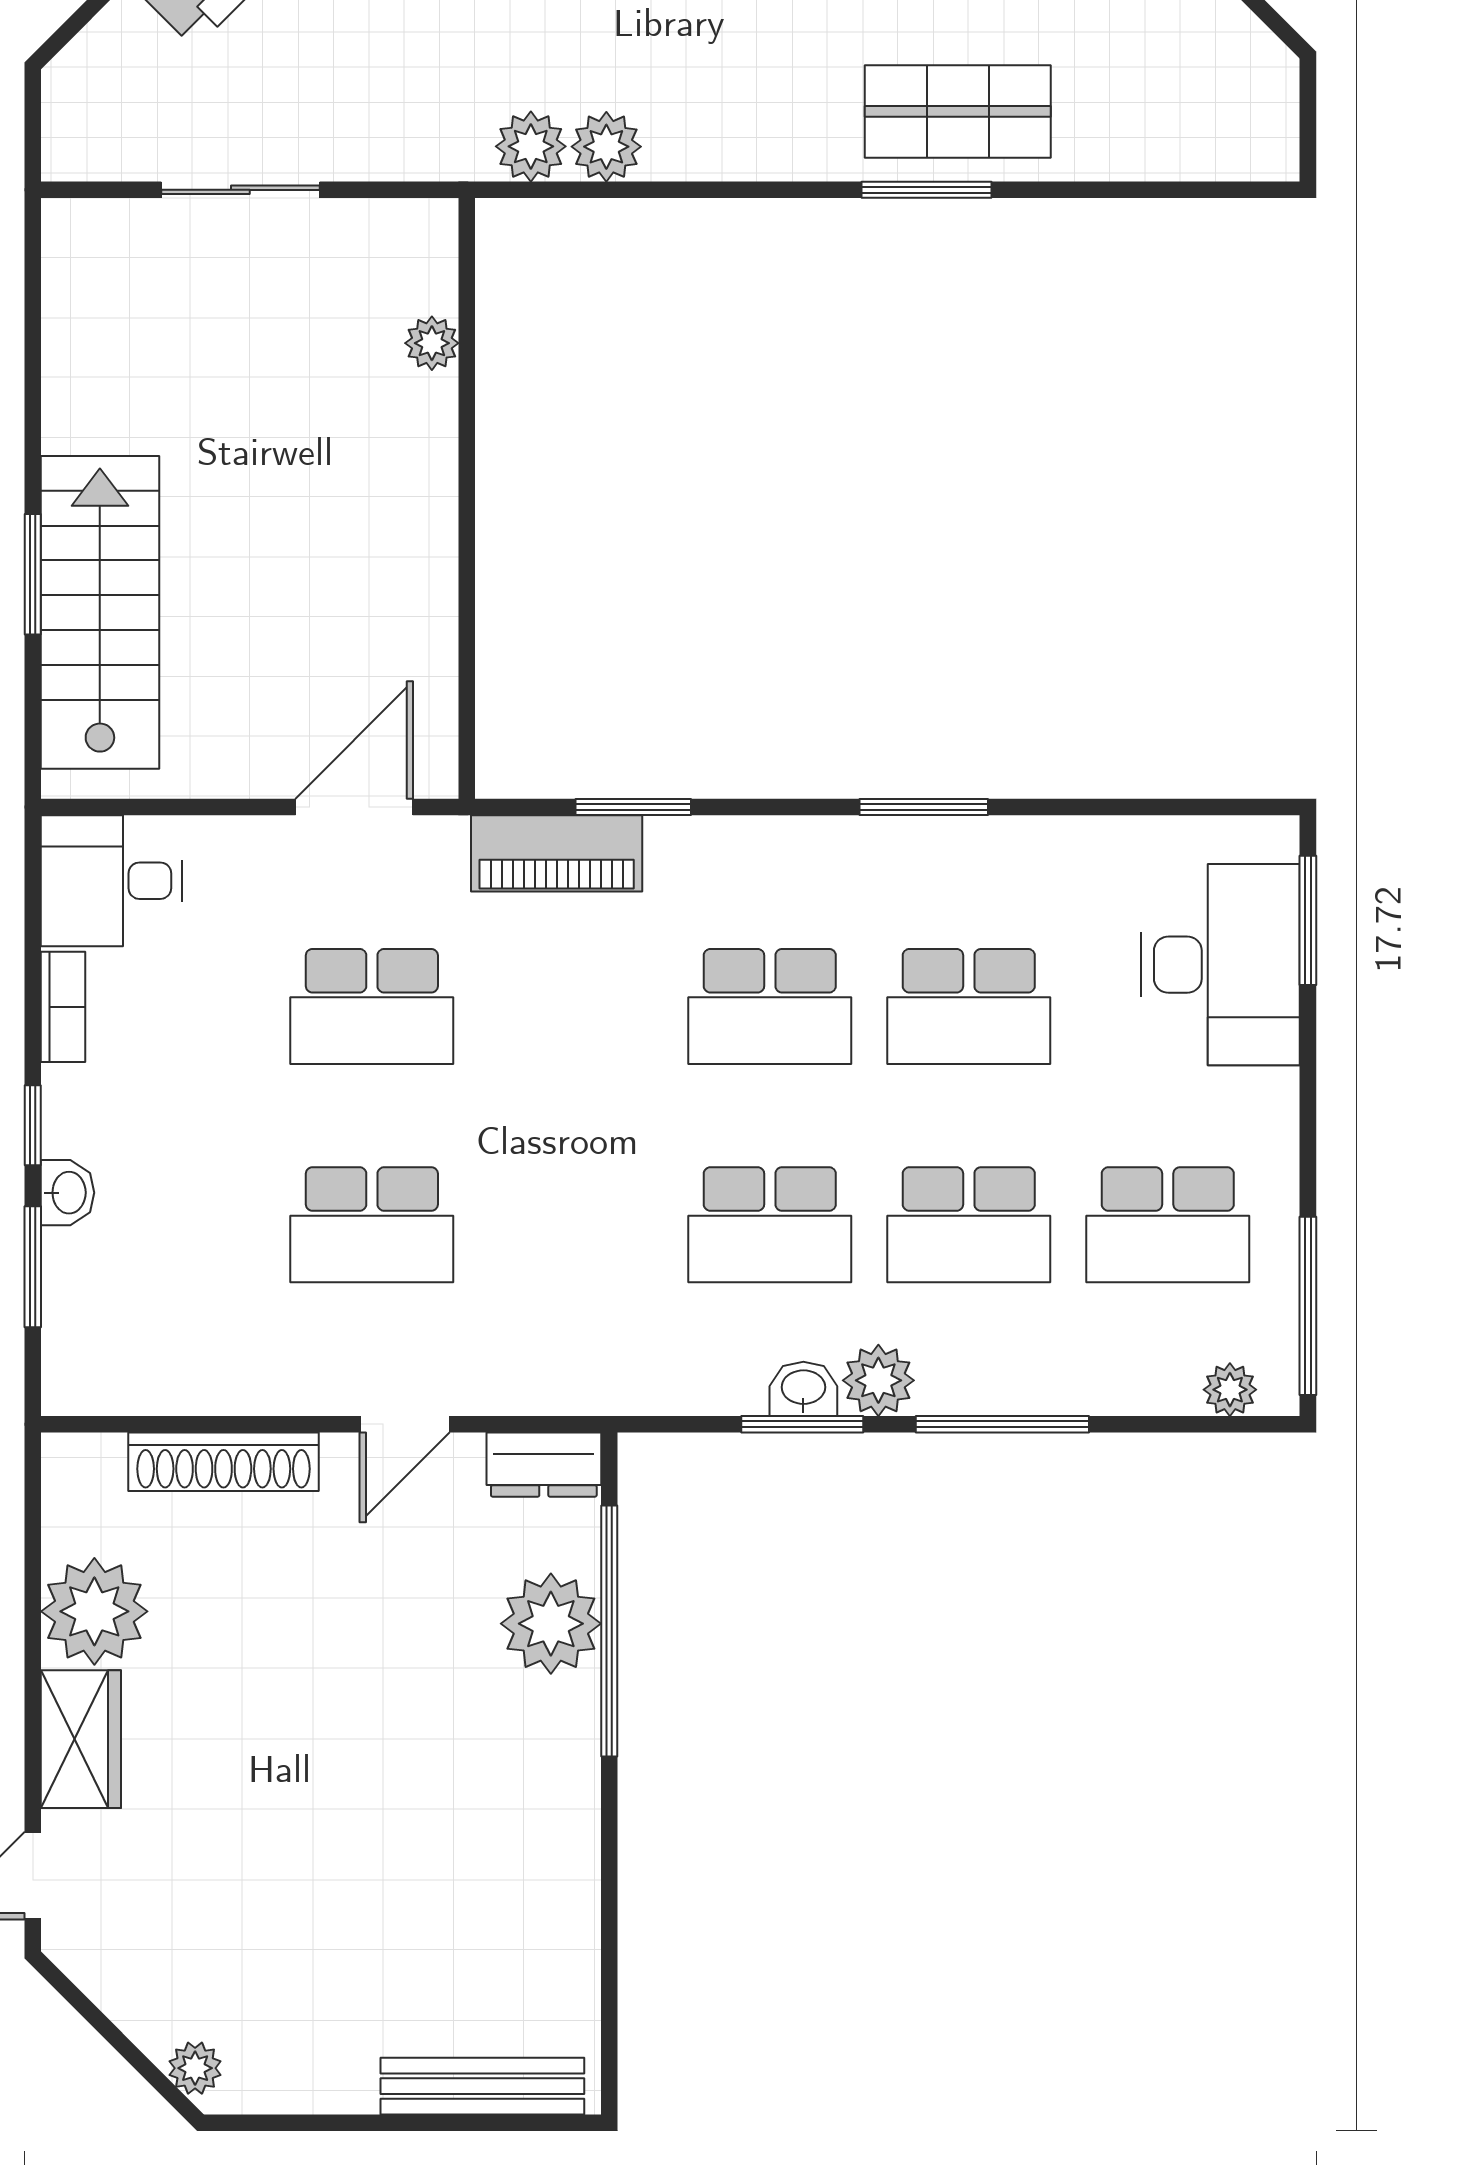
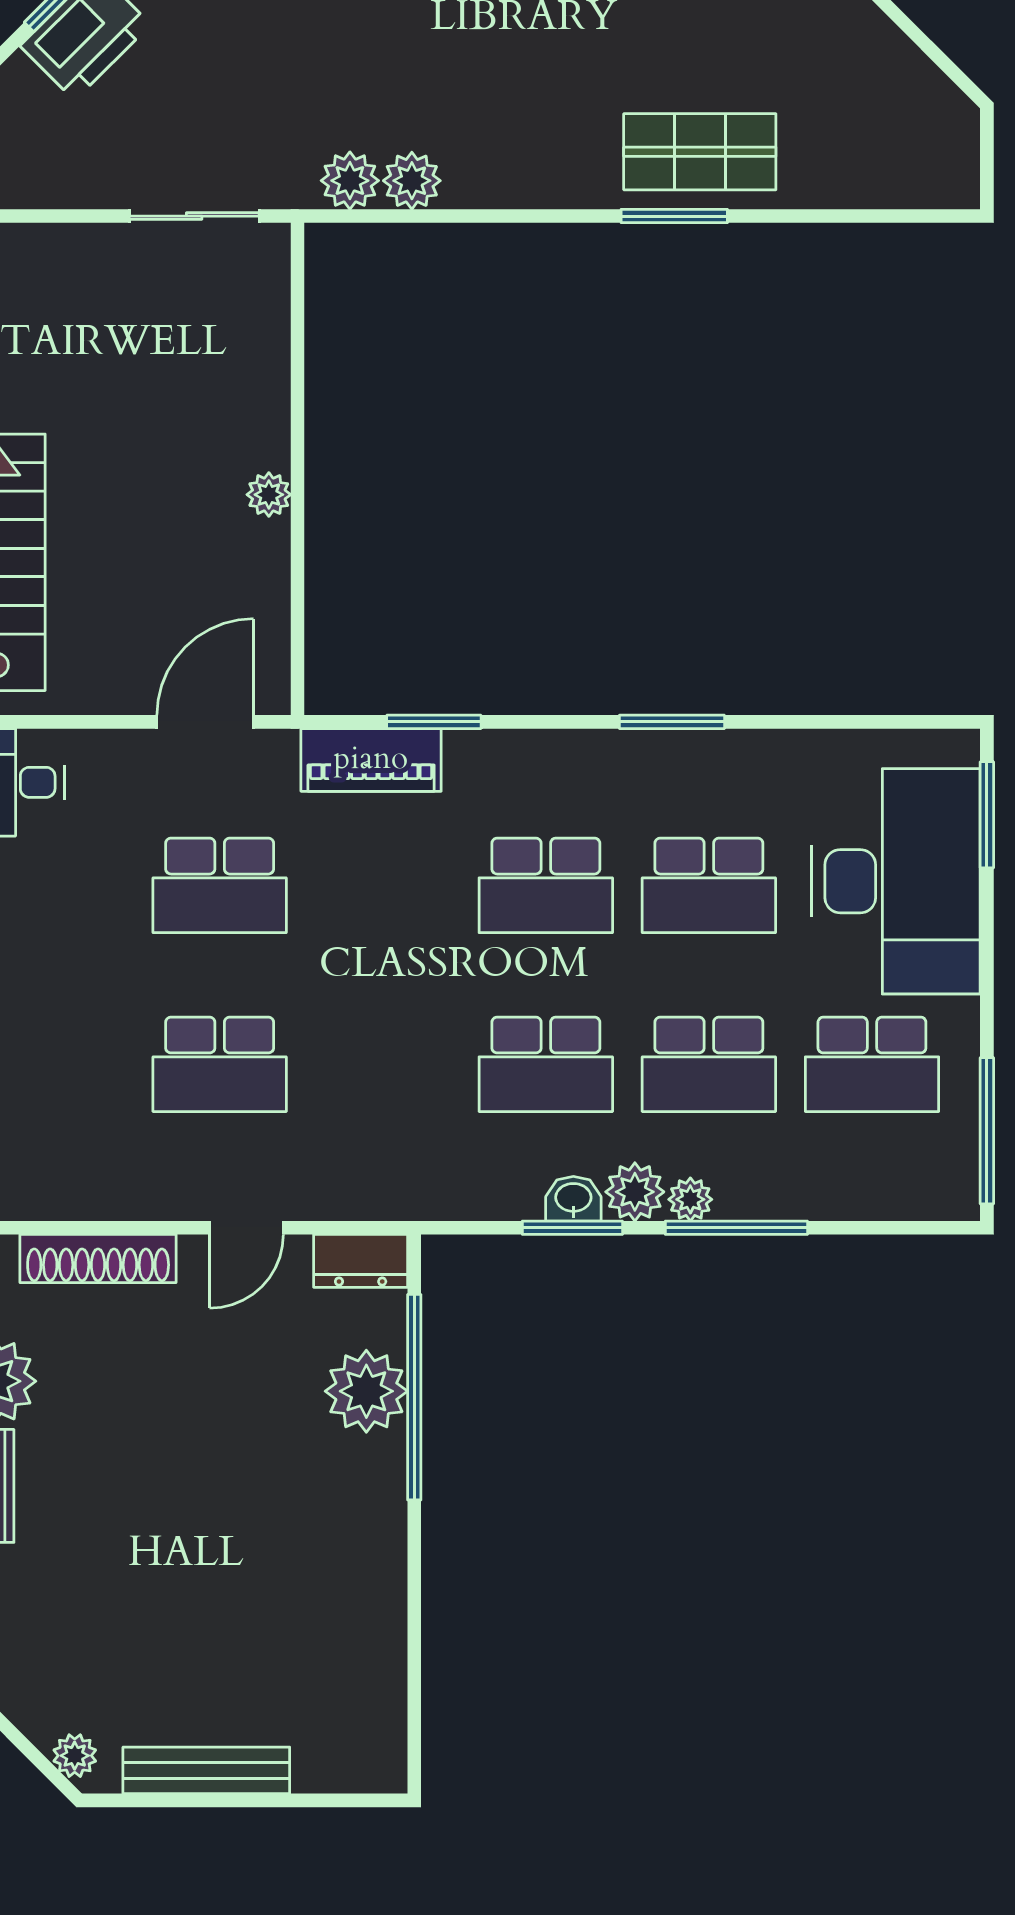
sliding door: (240, 190) -> (194, 216), moved
plant: (432, 343) -> (269, 495), moved
desk: (1221, 965) -> (896, 881), width x1.36, depth x1.30
plant: (1230, 1390) -> (690, 1199), moved
bench: (482, 2086) -> (206, 1770), moved

